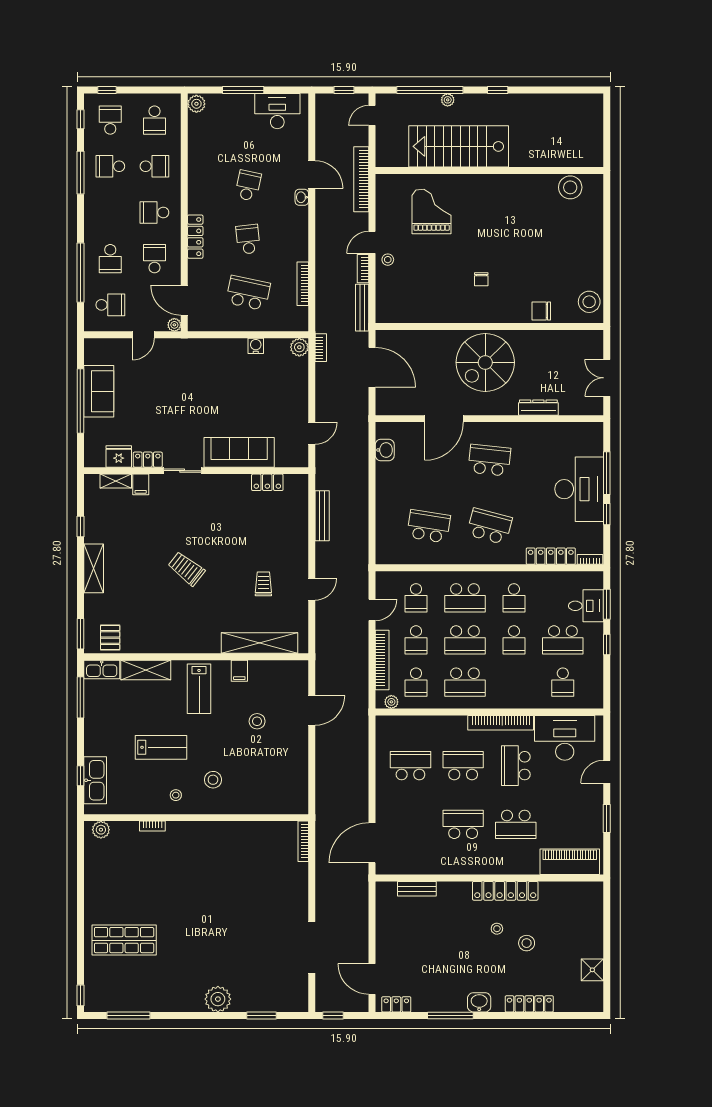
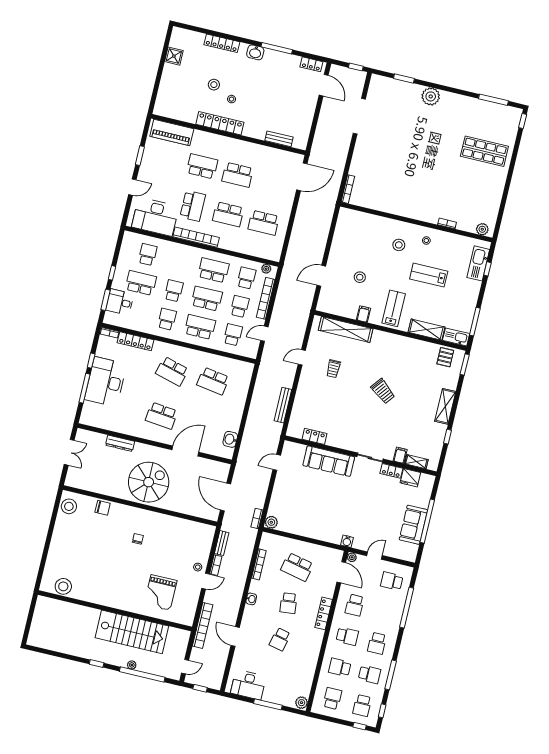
washbasin: (302, 197) -> (251, 599), moved
school desk: (110, 259) -> (377, 643), moved, turned 180
bench: (362, 308) -> (222, 543), width x0.73
water cooler: (256, 346) -> (347, 541), moved

